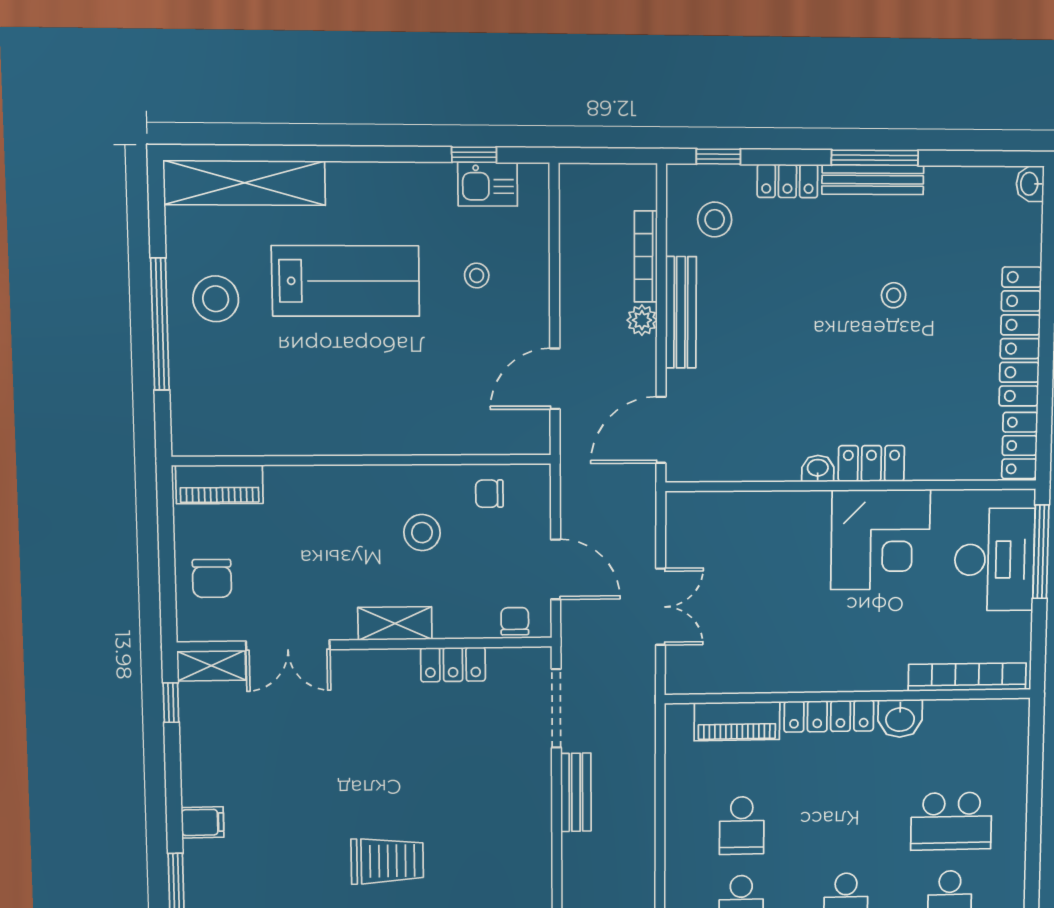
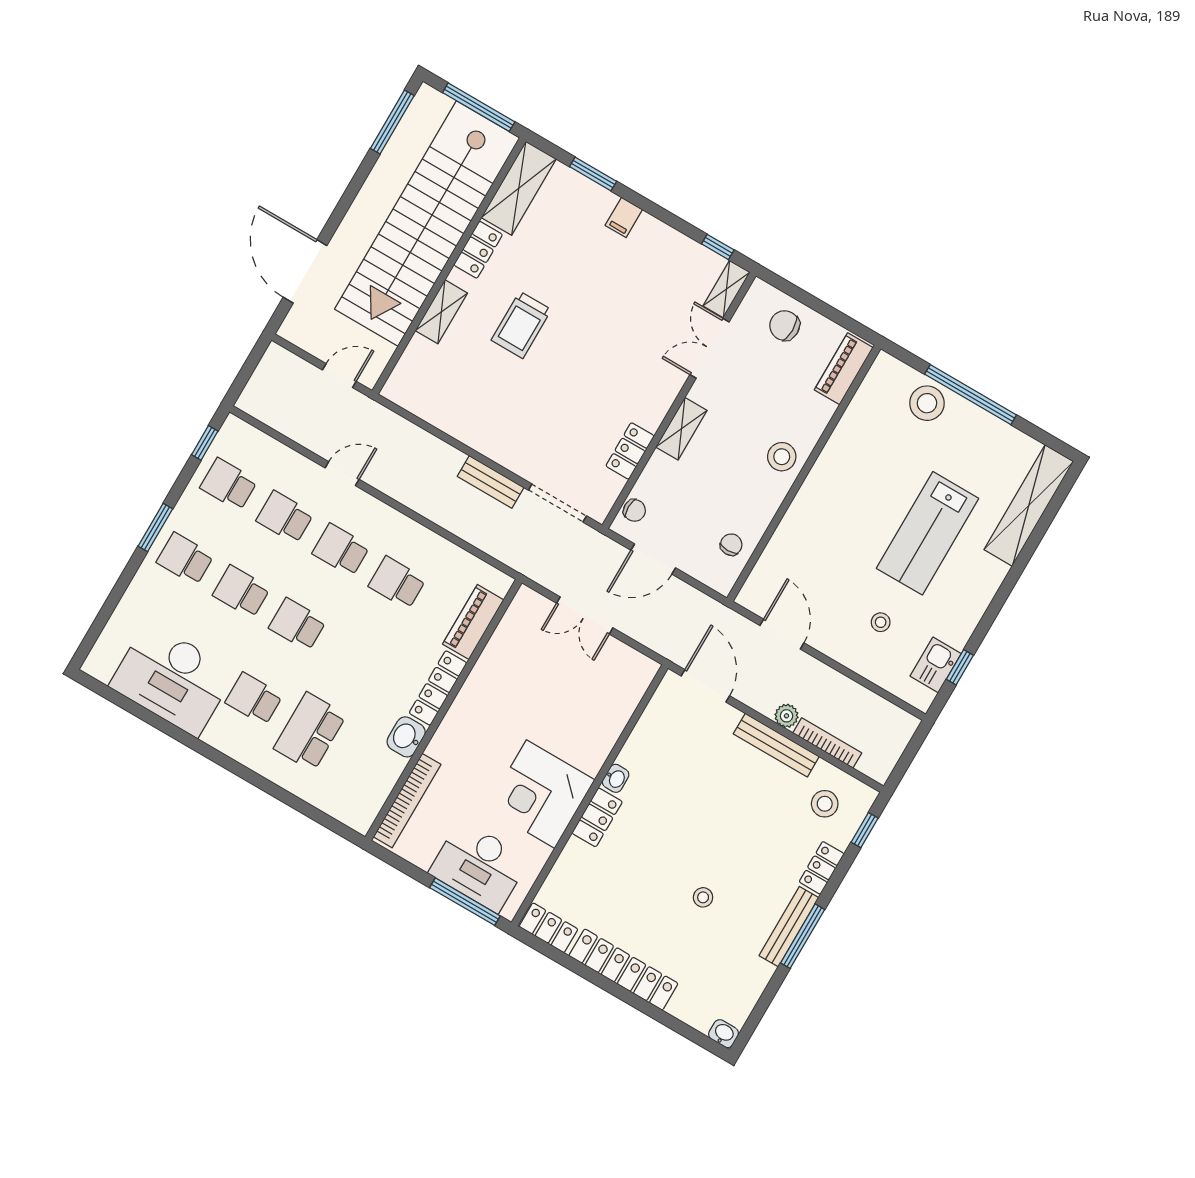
stool: (216, 299) -> (927, 403), moved
stool: (422, 533) -> (782, 457), moved

